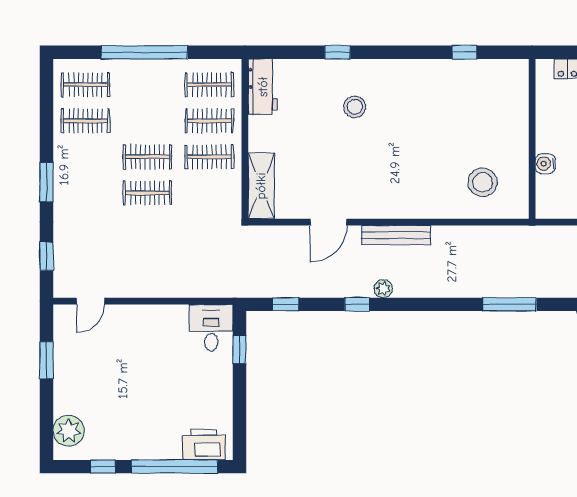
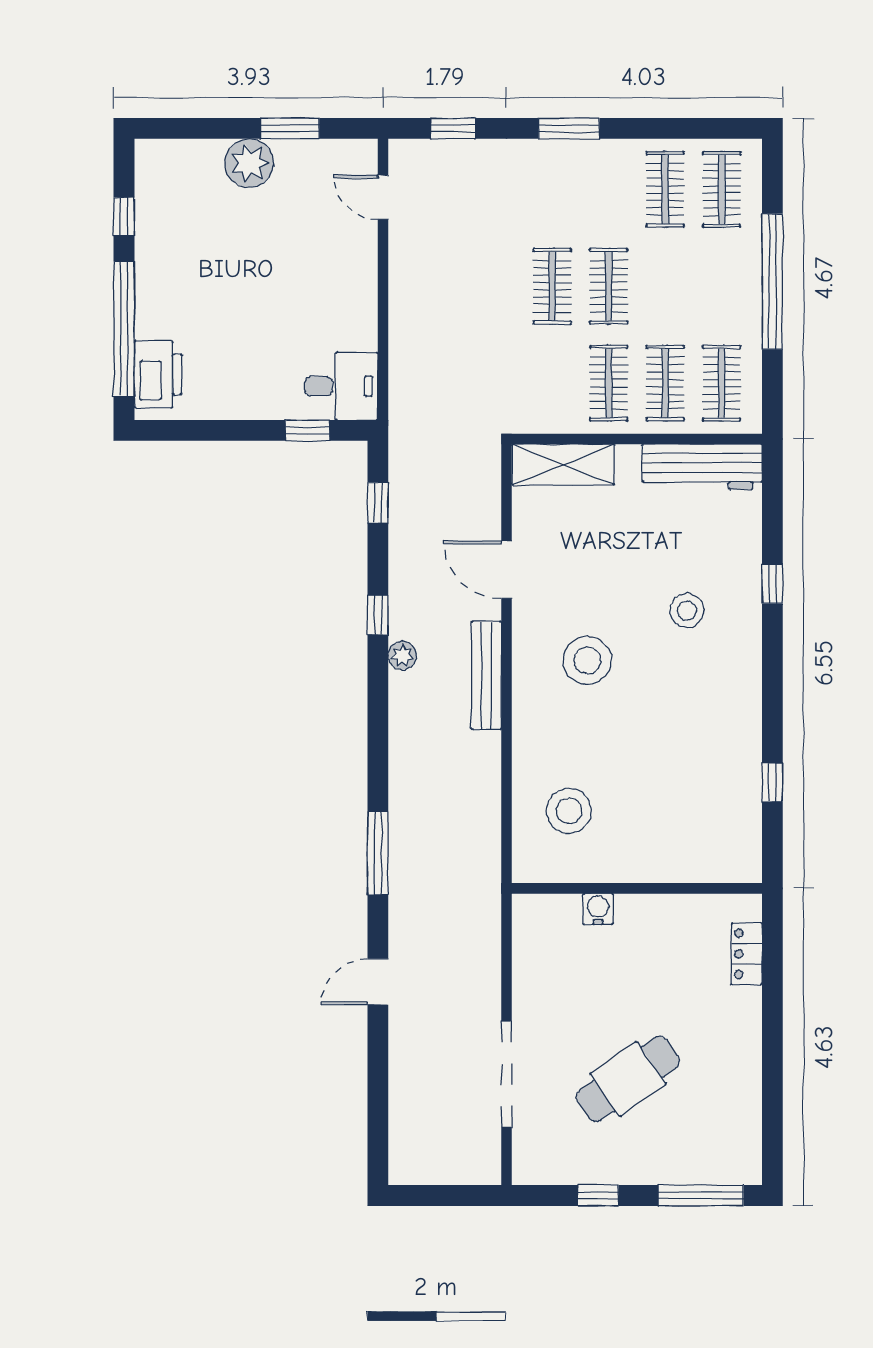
workbench: (263, 87) -> (702, 467), width x1.38
stool: (386, 170) -> (587, 660), added
plant: (69, 431) -> (249, 163), moved

